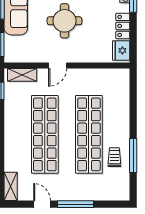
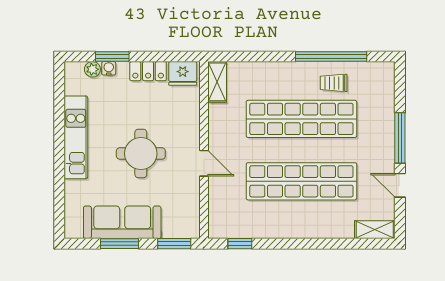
shelving: (22, 75) -> (217, 82), moved
window: (133, 155) -> (331, 57), width x1.46
door: (42, 204) -> (400, 185), hinge flipped

